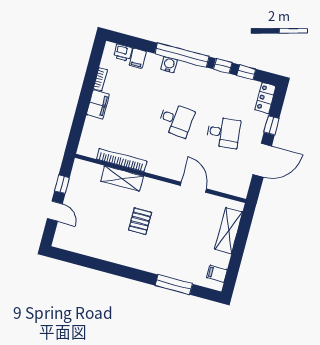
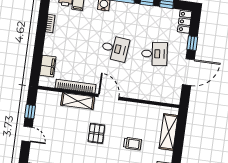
filing cabinet: (98, 104) -> (48, 66), moved
door: (193, 187) -> (109, 97), moved
trolley: (183, 239) -> (133, 144), added

